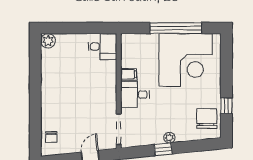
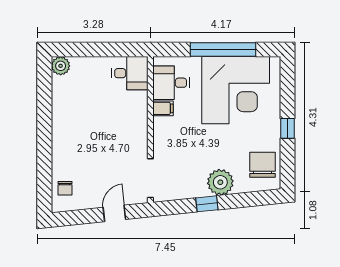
desk: (135, 95) -> (171, 83), moved
window: (226, 106) -> (287, 128), moved
plant: (169, 138) -> (220, 182), width x1.87, depth x1.87

